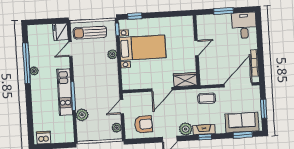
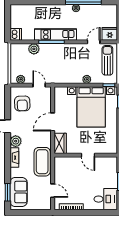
bed with nightstands: (143, 48) -> (91, 107), width x1.36
door: (70, 49) -> (94, 42), hinge flipped
door: (238, 85) -> (53, 191), width x0.53
door: (162, 89) -> (53, 122), hinge flipped
coffee table: (207, 98) -> (42, 162), width x1.86, depth x1.72
window: (264, 109) -> (30, 212), removed
window: (205, 137) -> (8, 158), removed
dishwasher: (44, 138) -> (16, 34), moved

